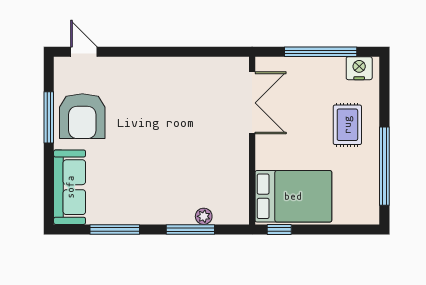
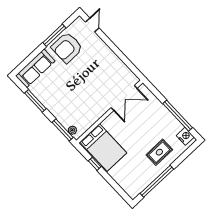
double door: (252, 103) -> (124, 98), moved
wall: (252, 141) -> (110, 112), moved
bed: (293, 196) -> (103, 147), moved

